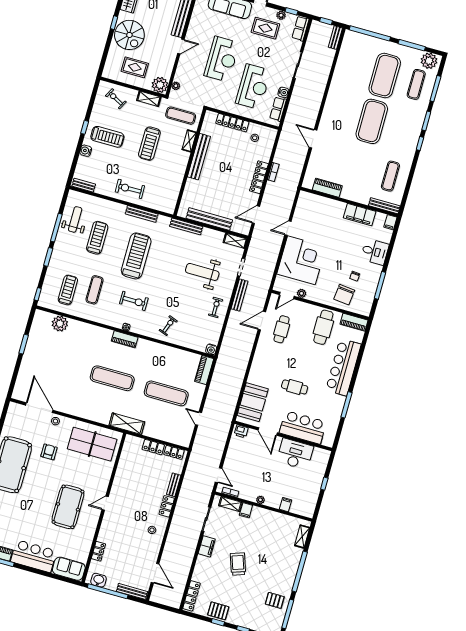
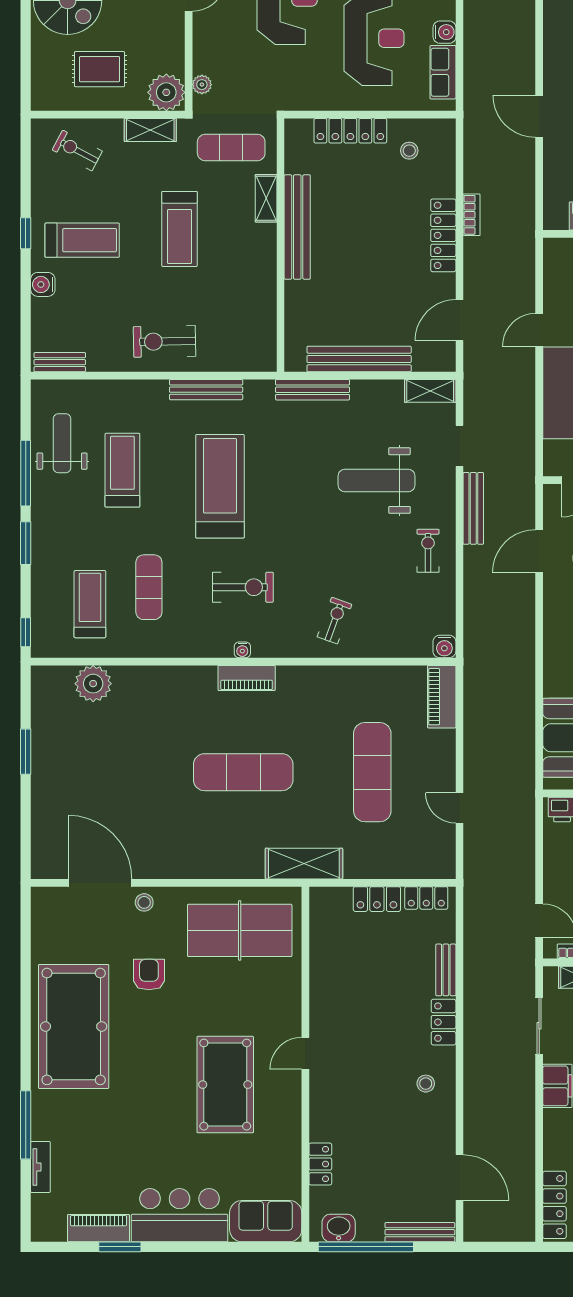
exercise mat: (166, 393) -> (372, 772), turned 90

